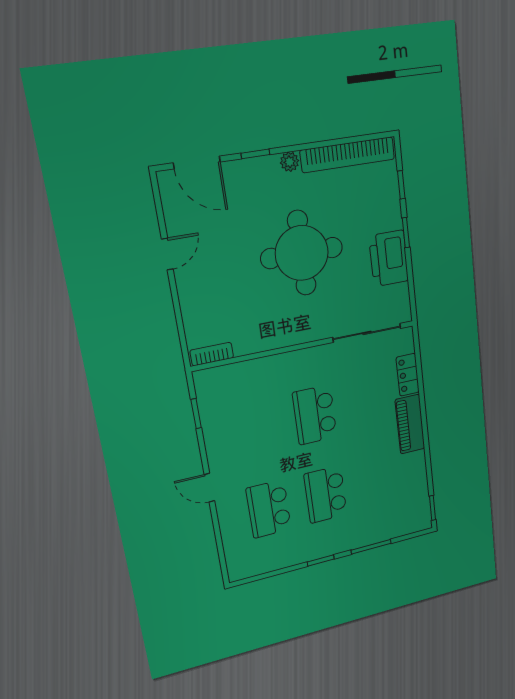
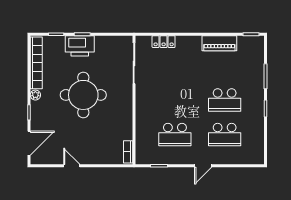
printer: (389, 258) -> (80, 46), moved
school desk: (315, 415) -> (175, 135), moved
piano: (410, 424) -> (219, 43), moved

